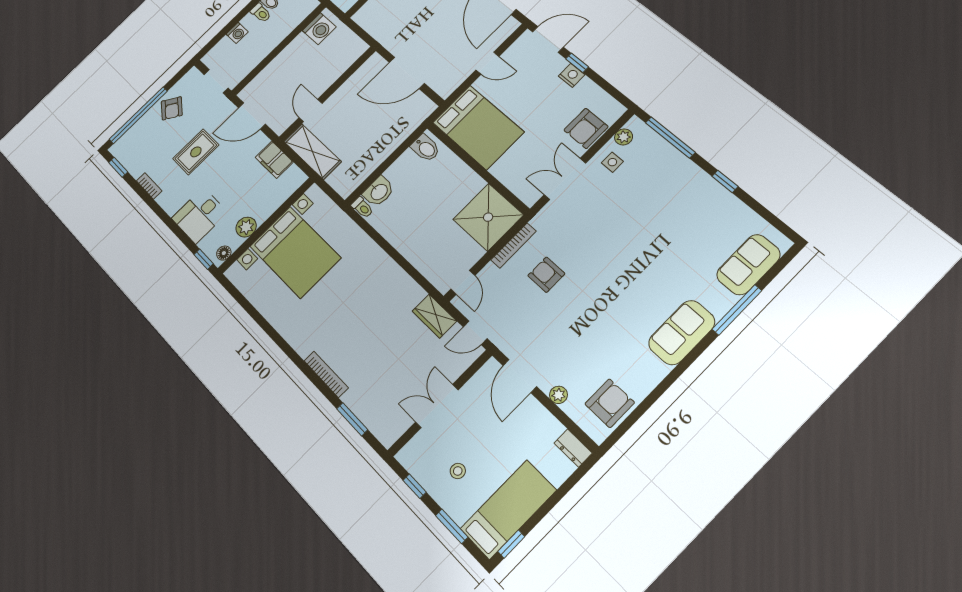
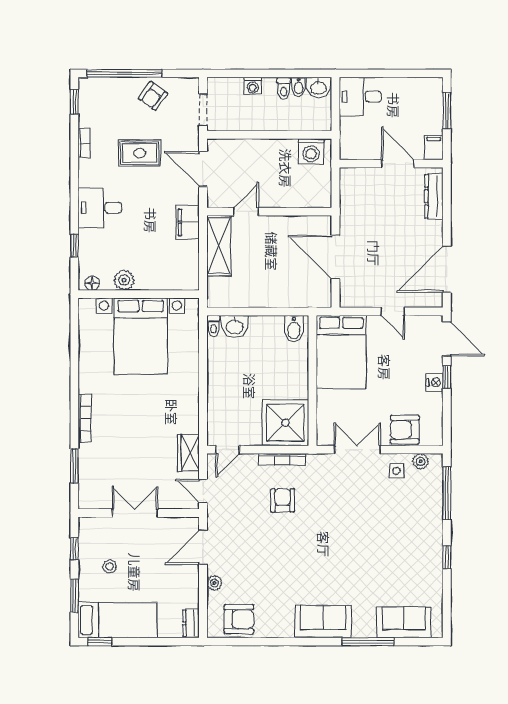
wall: (266, 225) -> (139, 294), moved
plant: (246, 227) -> (124, 280), moved
bed with nightstands: (295, 252) -> (141, 336), moved
floor lamp: (224, 253) -> (92, 283), moved

